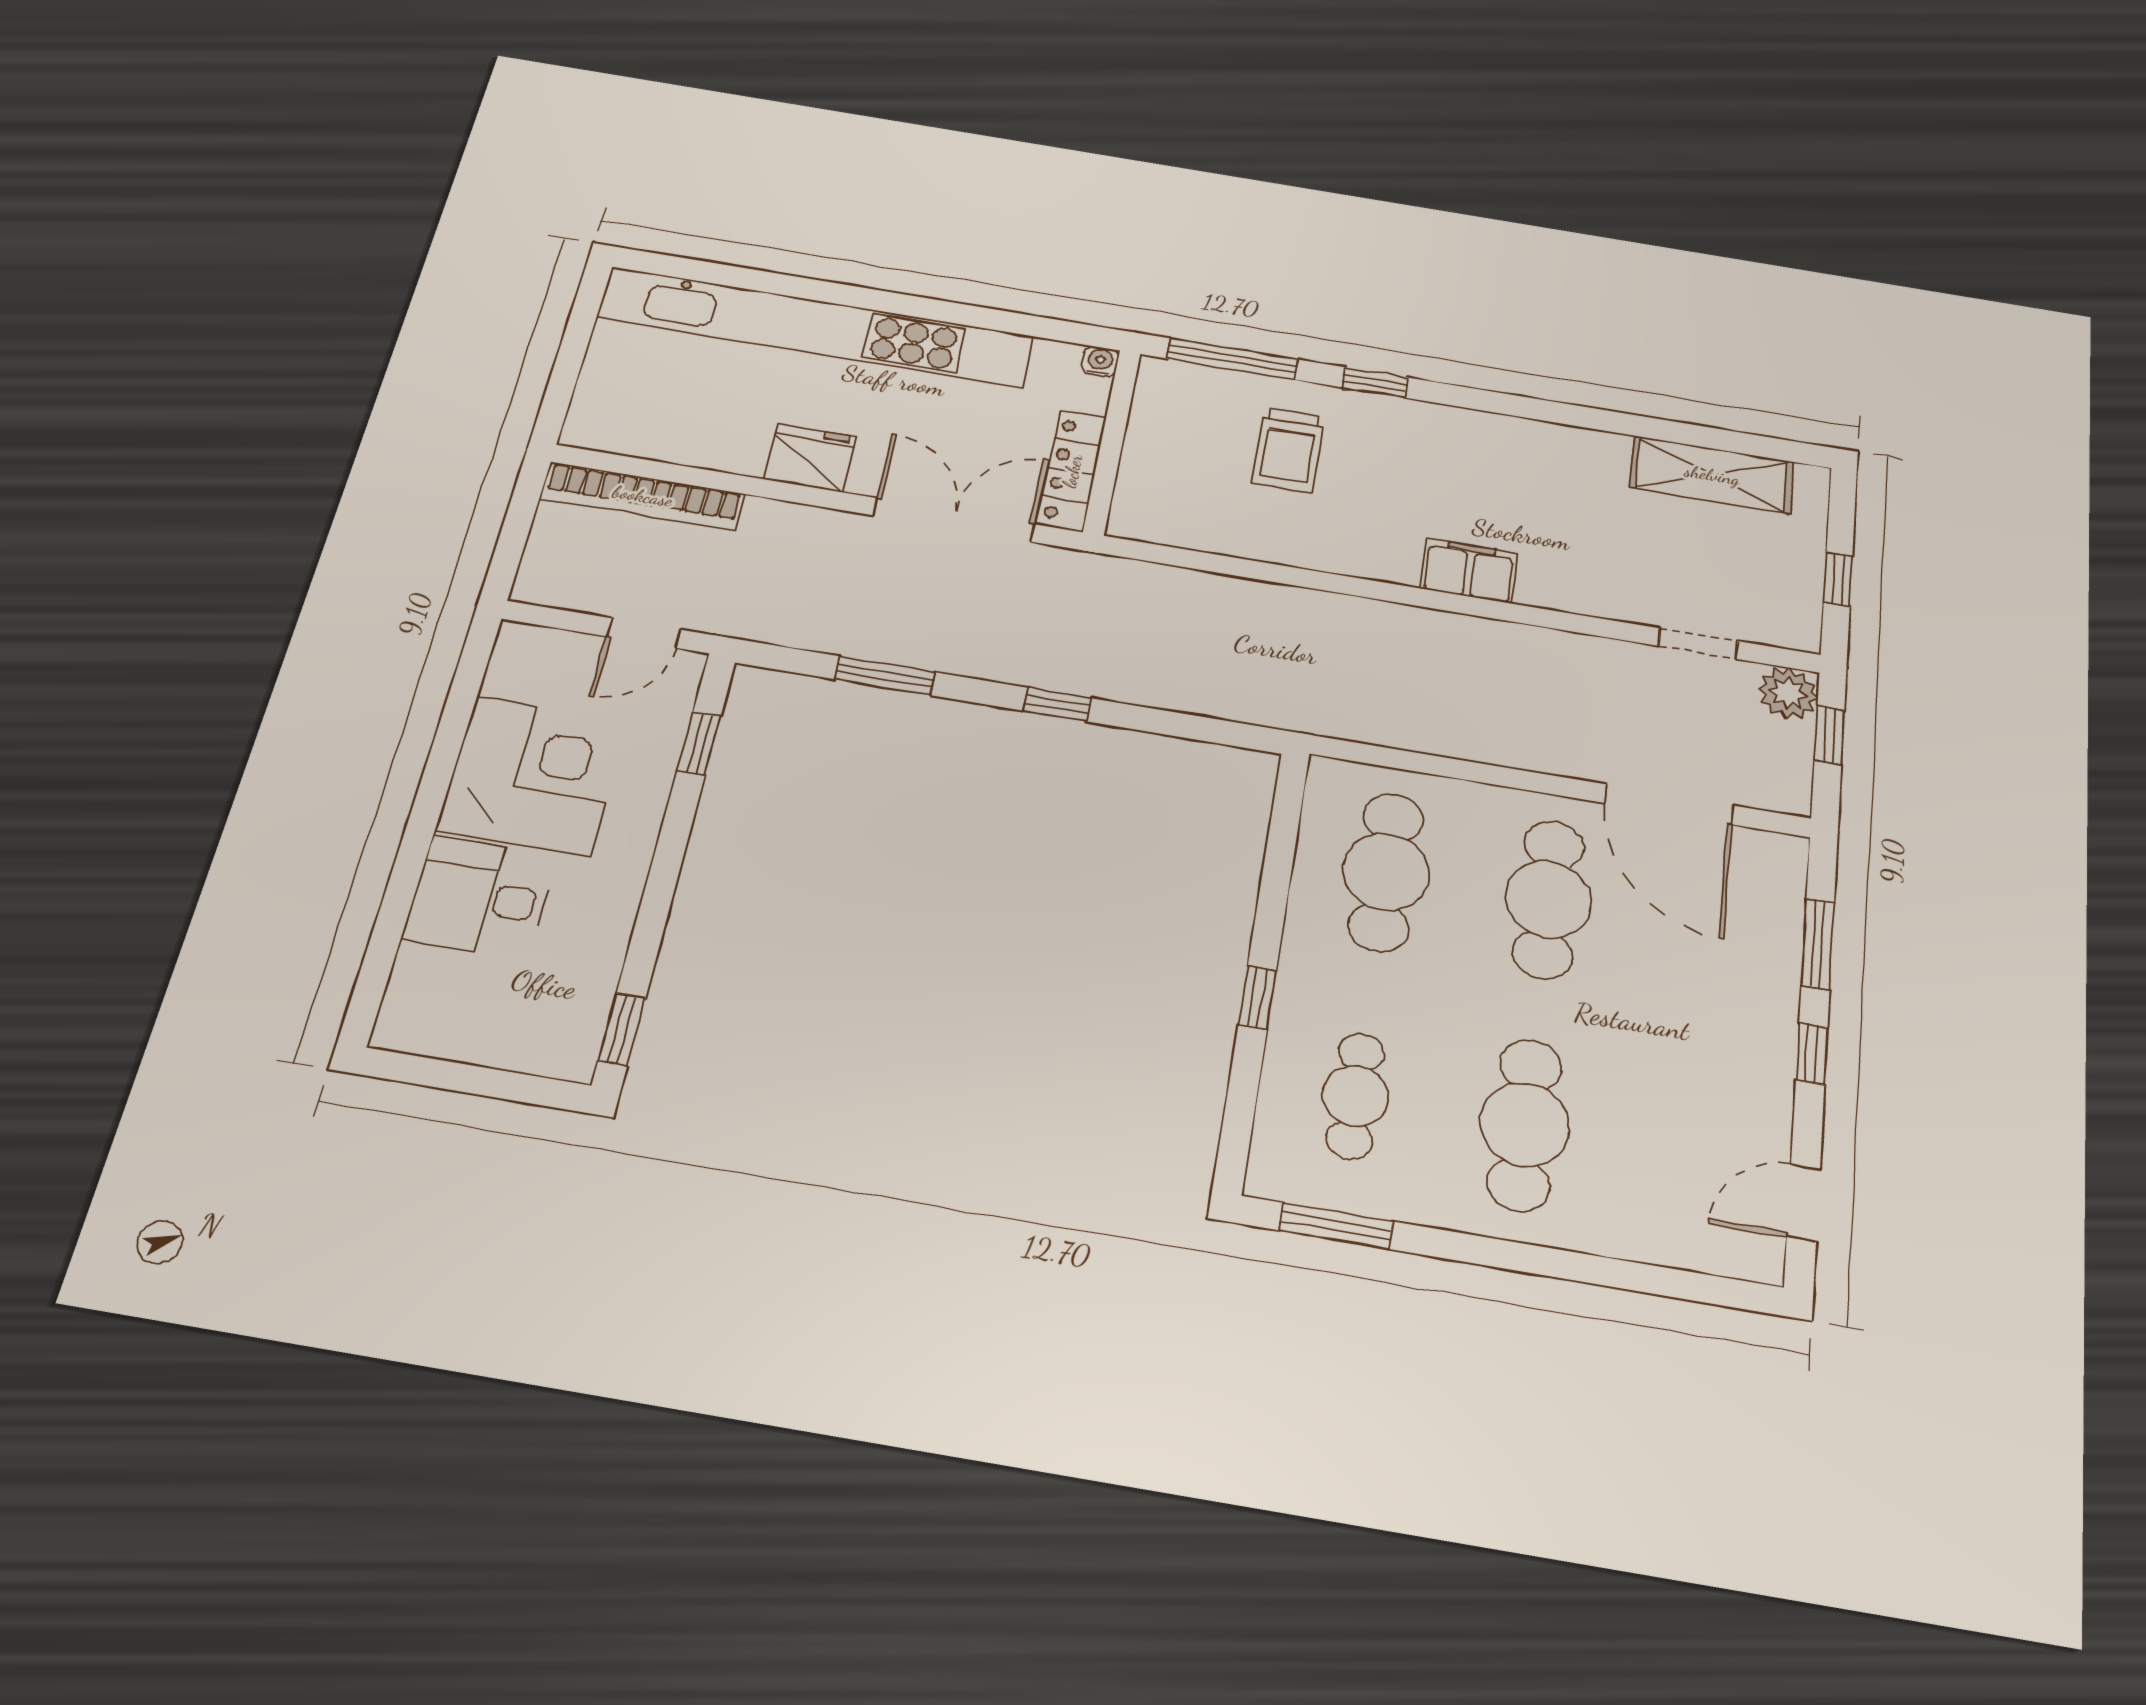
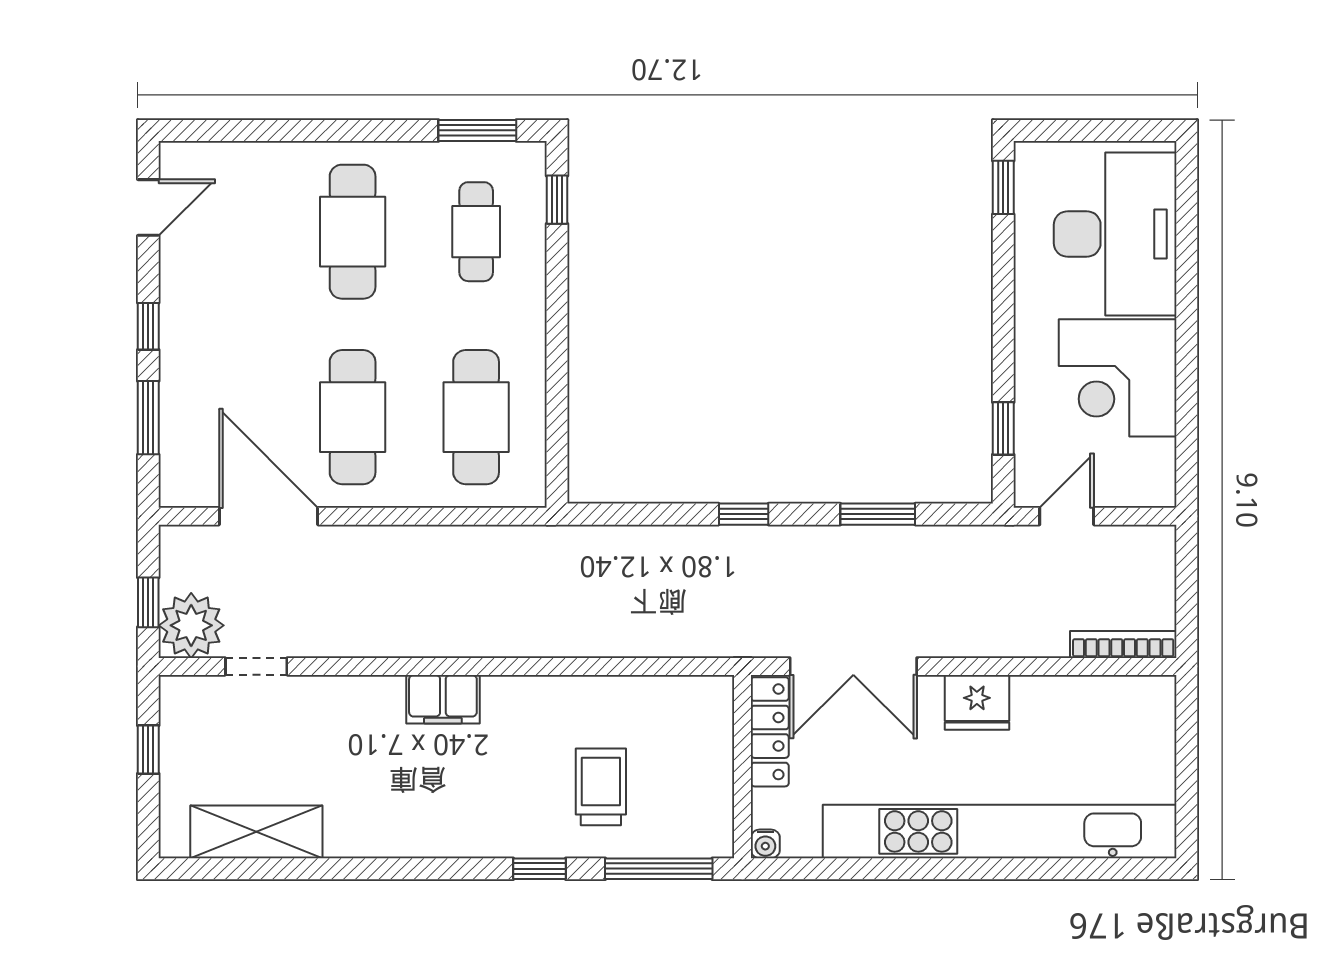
bookcase: (643, 496) -> (1123, 644), width x0.68, depth x0.76
plant: (1788, 693) -> (191, 625), width x1.36, depth x1.36
desk: (480, 897) -> (1115, 234), width x1.87, depth x1.30
window: (1257, 998) -> (557, 200), moved

